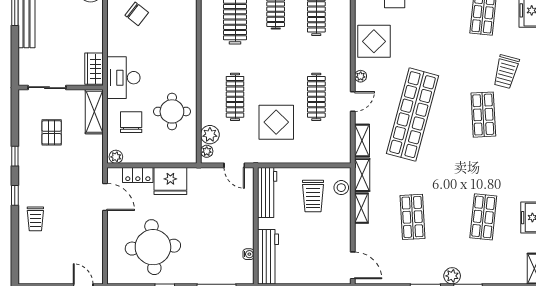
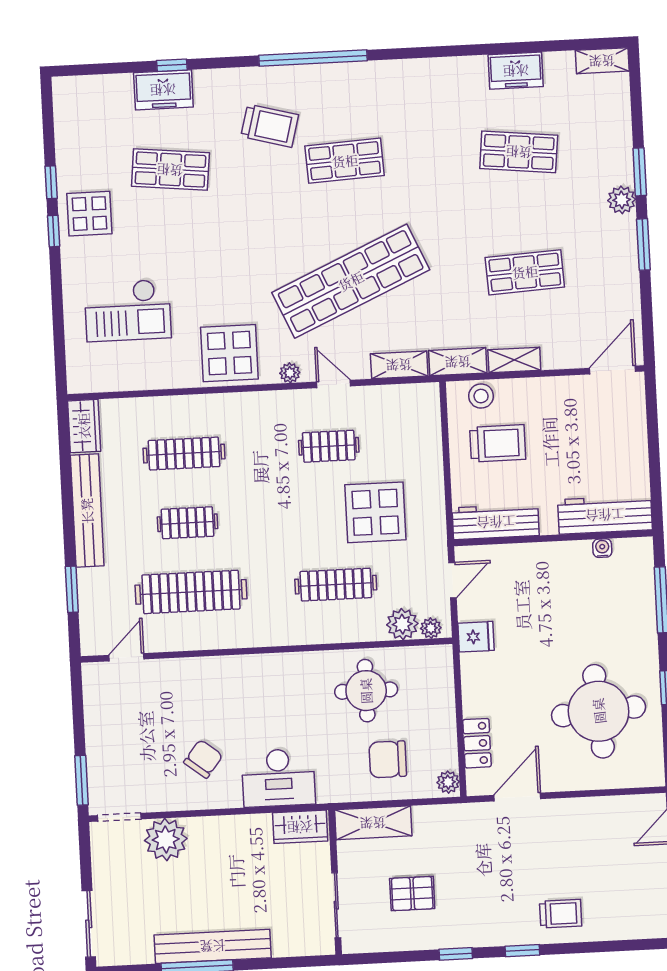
desk: (123, 78) -> (278, 778), moved
clothes rail: (316, 97) -> (329, 446), width x0.73
shop shelf: (412, 115) -> (351, 281), turned -39
fridge: (170, 181) -> (476, 637), moved, width x0.53, depth x0.75

